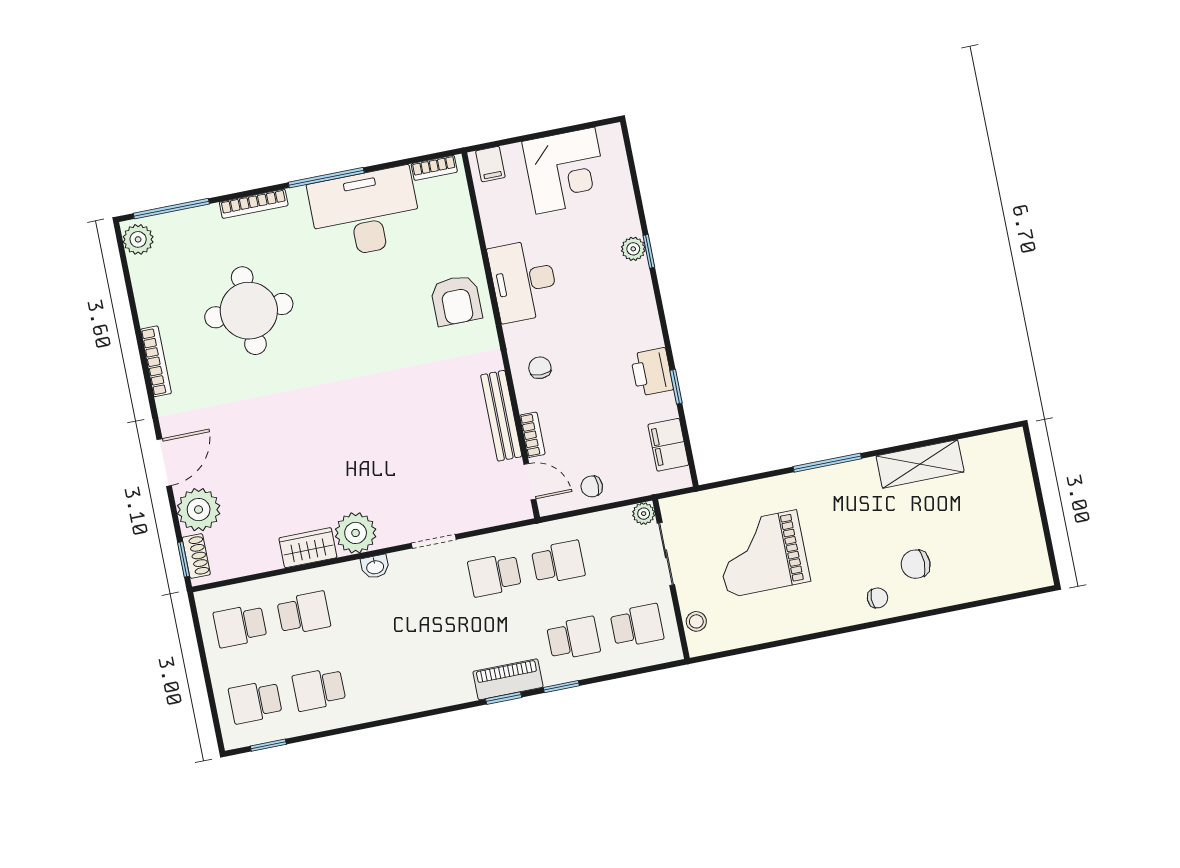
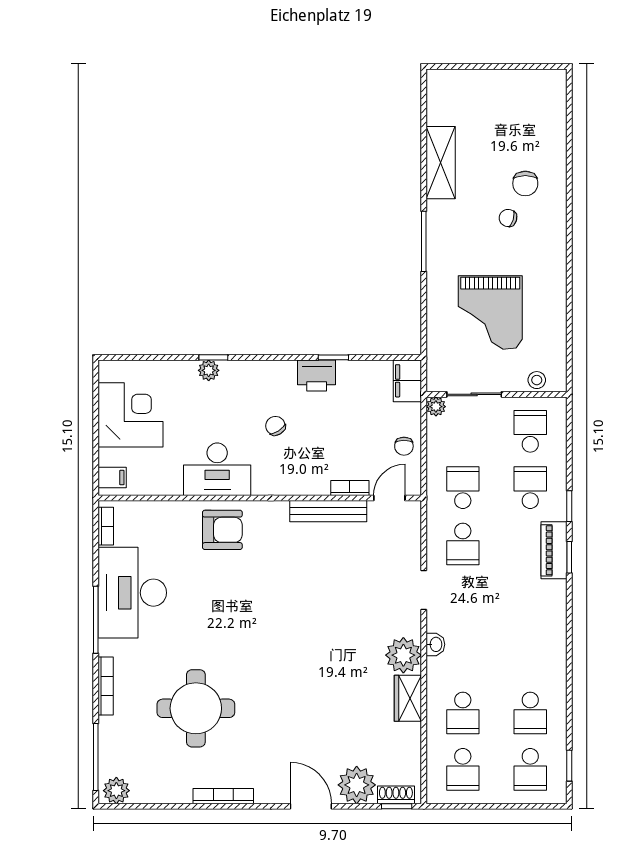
chair: (540, 368) -> (275, 426), moved, turned 58
filing cabinet: (668, 445) -> (407, 381), moved, turned 90
chair: (878, 598) -> (508, 218), moved, turned -74
school desk: (304, 613) -> (463, 713), turned 180

